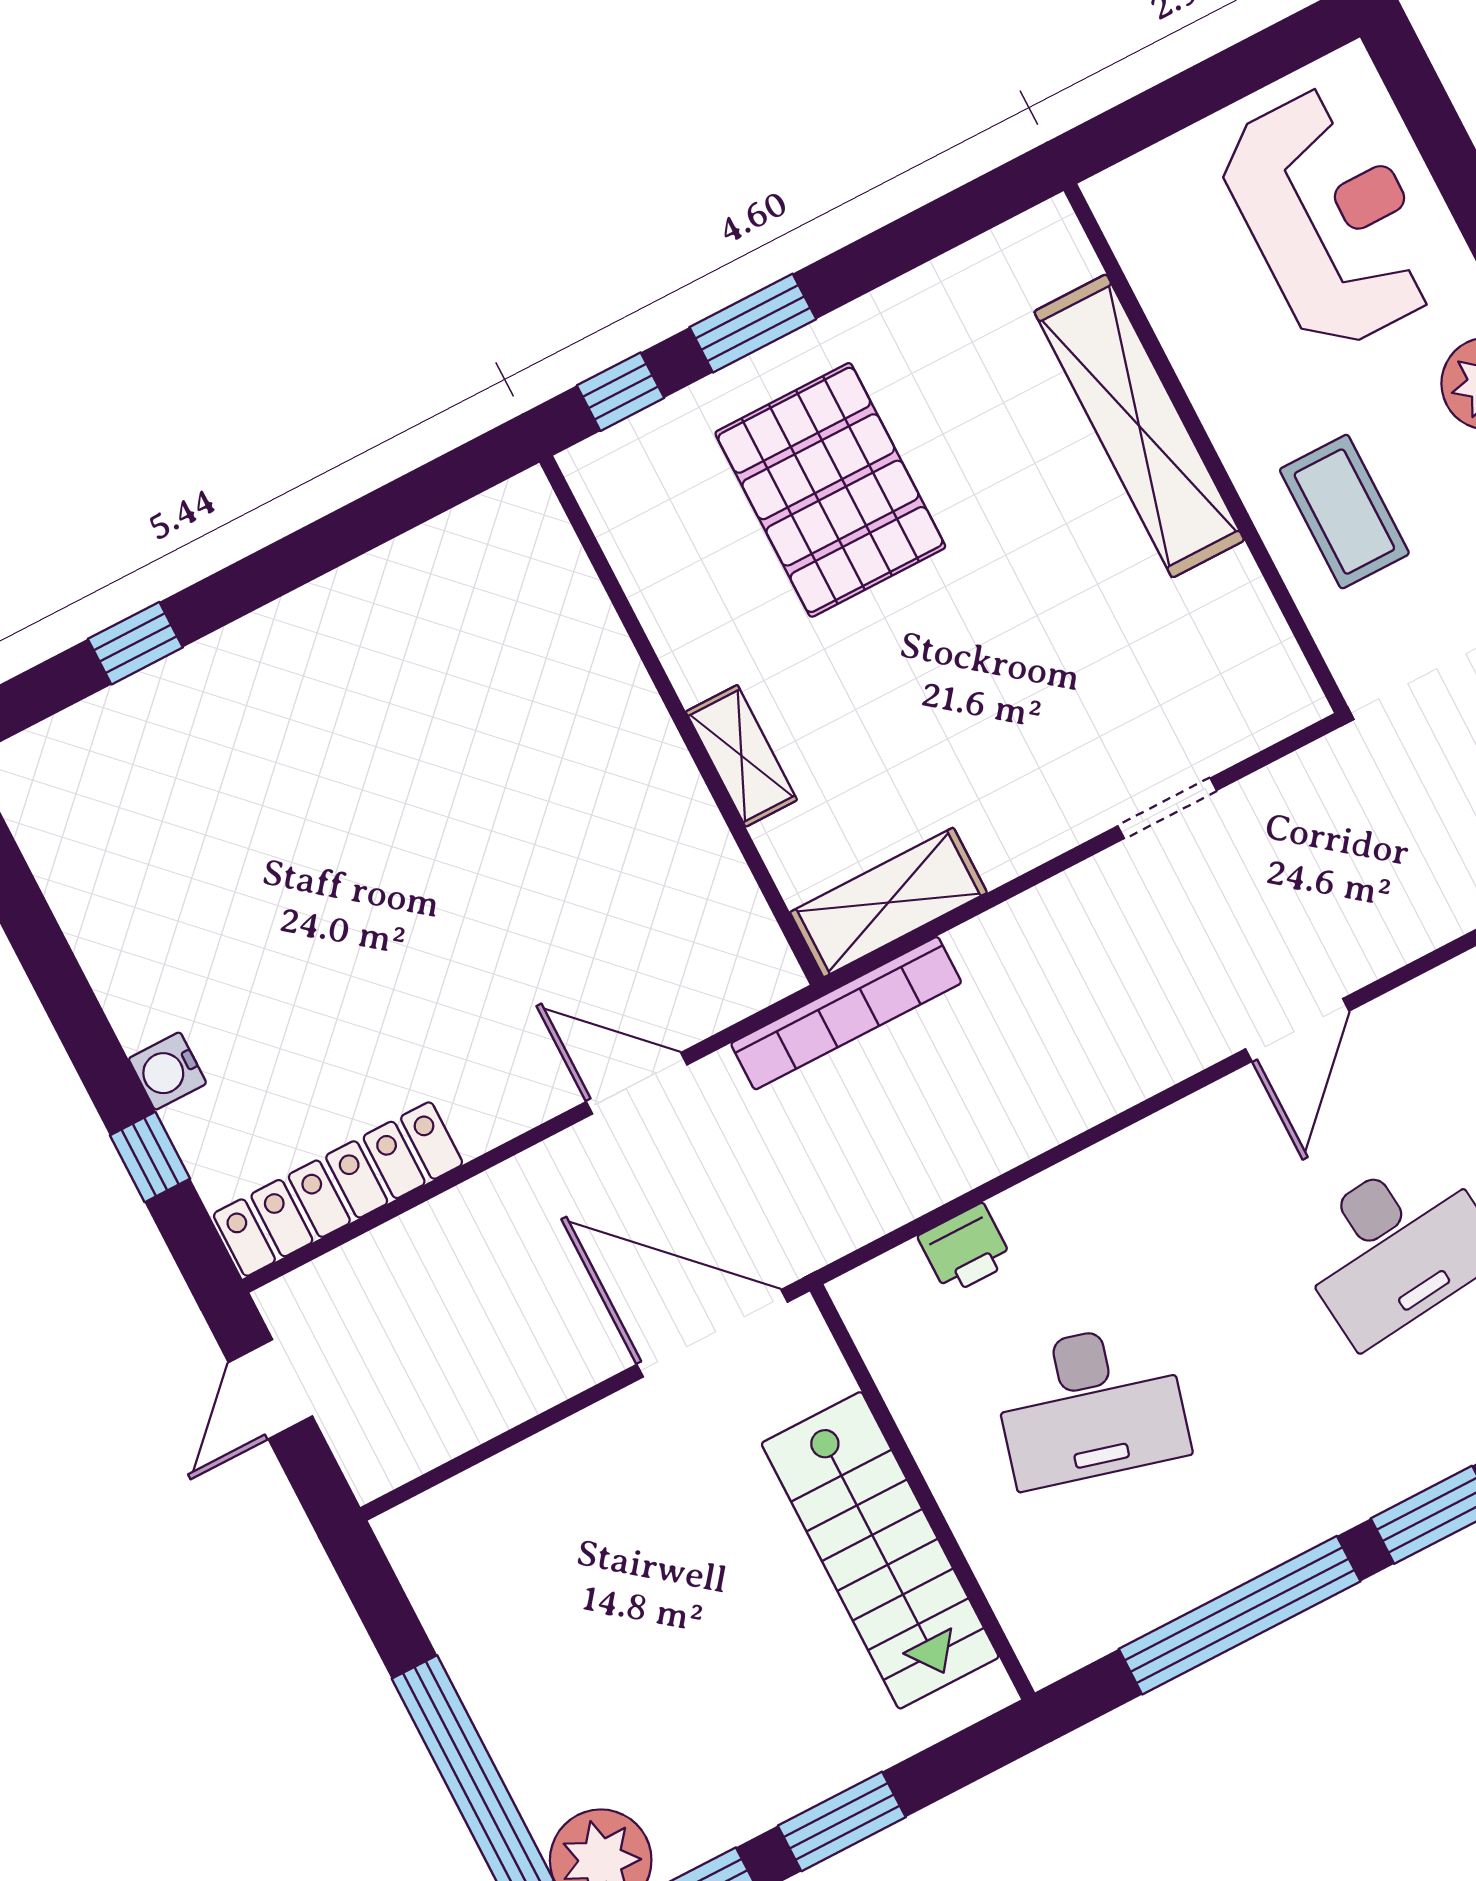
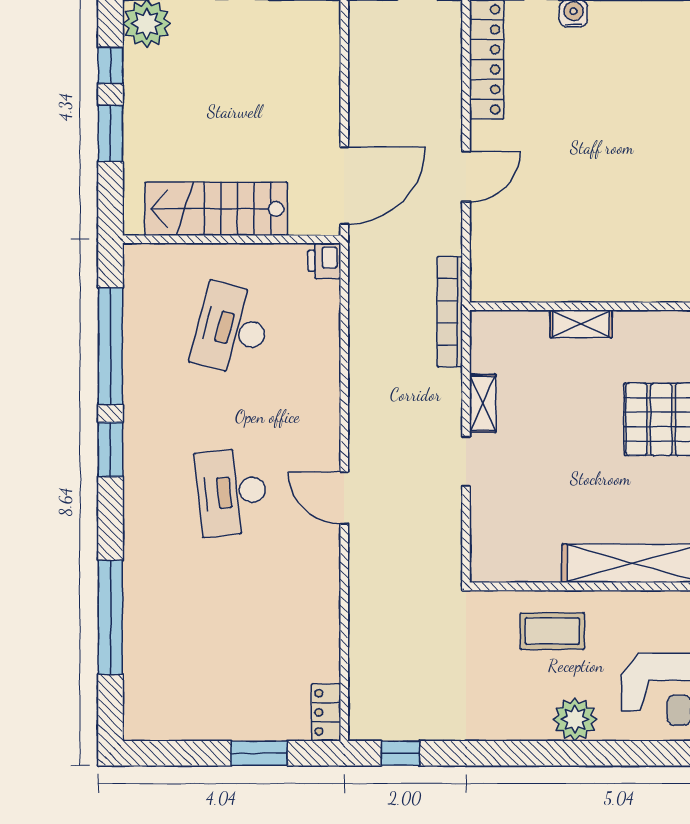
doorway: (1167, 808) -> (466, 461), moved
shelving: (888, 902) -> (483, 403), moved, width x0.67, depth x0.75
door: (637, 1083) -> (466, 177), moved
printer: (965, 1249) -> (324, 261), moved

